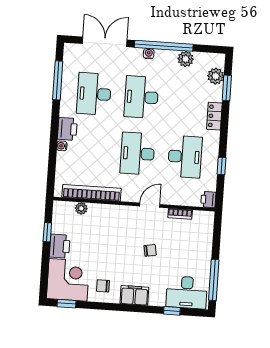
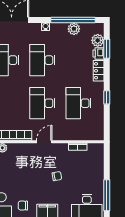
window: (164, 46) -> (73, 20), moved
desk: (185, 157) -> (78, 103), turned 180
window: (221, 166) -> (107, 97), moved
printer: (208, 200) -> (98, 53), moved
door: (150, 205) -> (44, 142), moved

